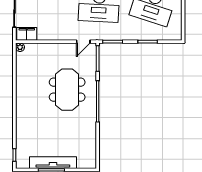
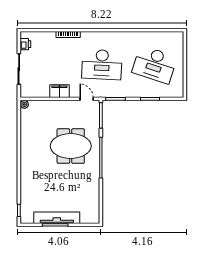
filing cabinet: (27, 34) -> (59, 91), moved
door: (83, 42) -> (87, 99), swing flipped
meeting table: (67, 90) -> (71, 146), turned 90

